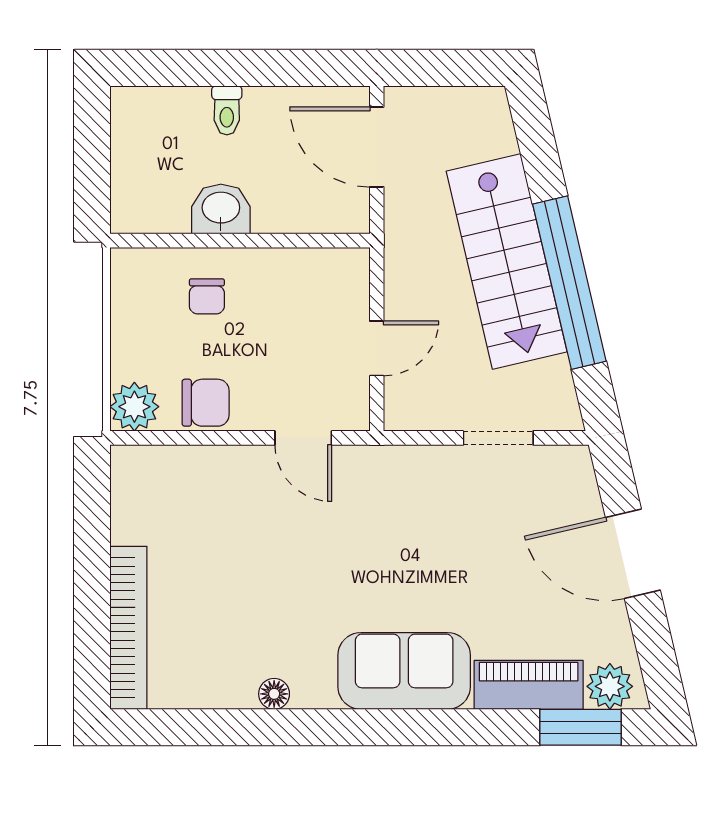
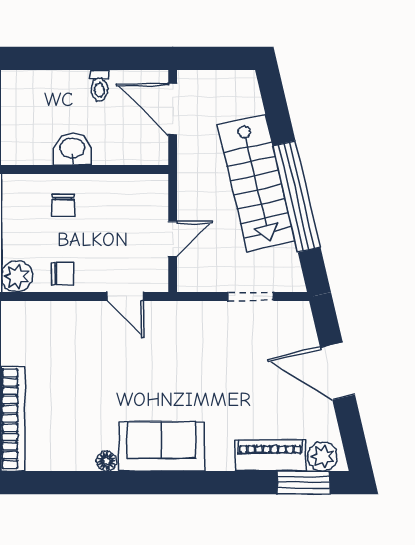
toilet: (227, 110) -> (99, 86), moved
chair: (206, 403) -> (62, 274), width x0.73, depth x0.73
sofa: (404, 671) -> (161, 446), moved

